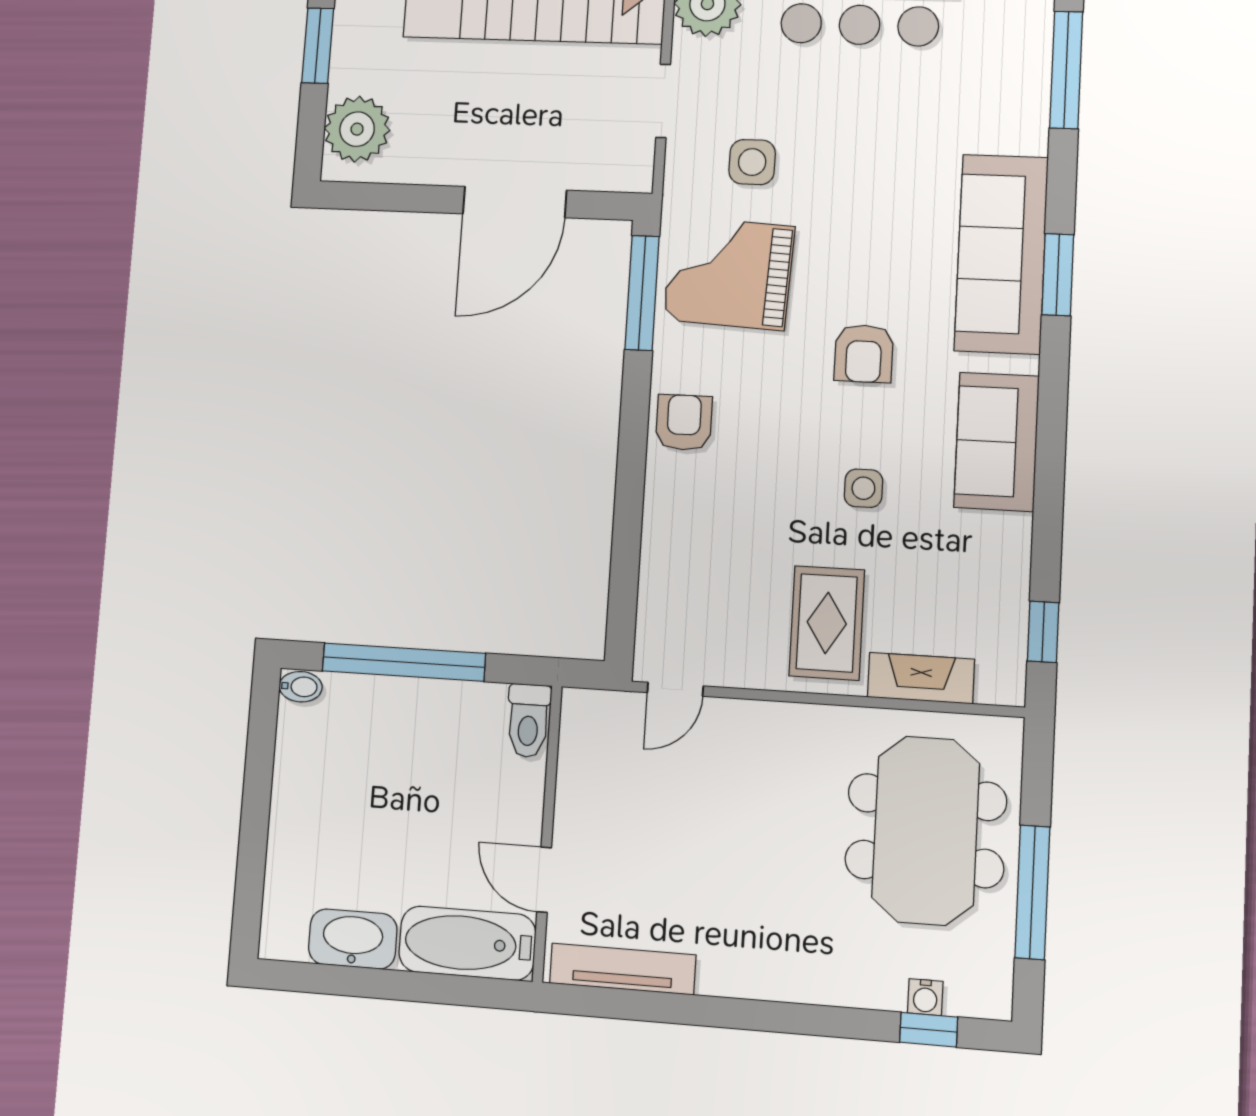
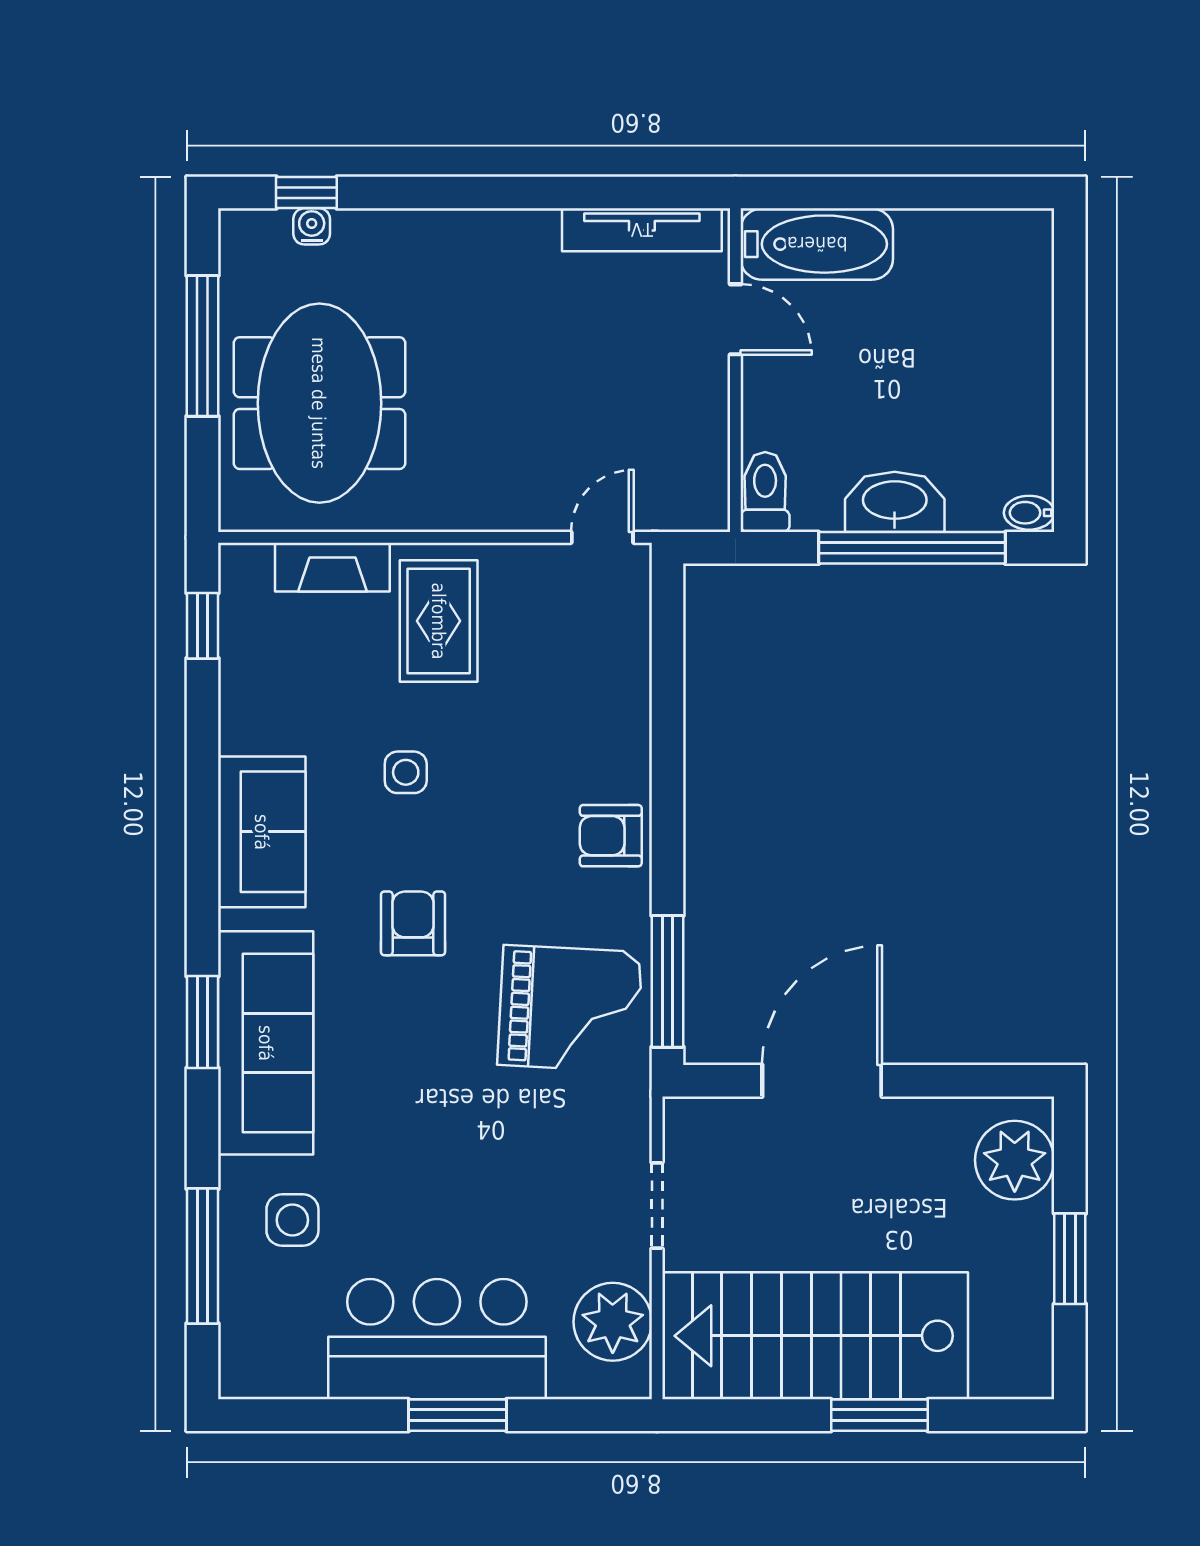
side table: (752, 162) -> (292, 1220), moved
armchair: (684, 422) -> (611, 836), turned 90
washbasin: (353, 939) -> (895, 502), moved, turned 180

